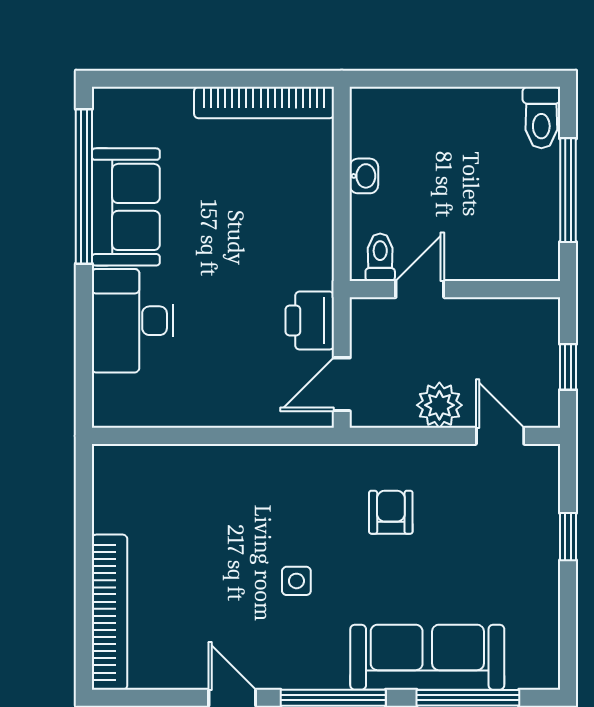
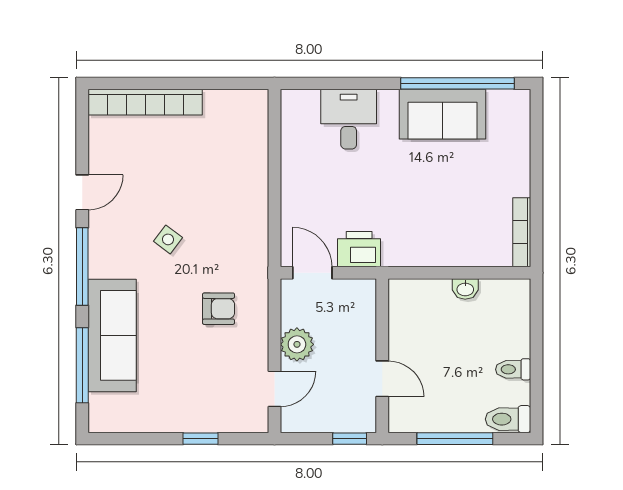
bookcase: (264, 103) -> (522, 232), width x0.68, depth x0.76
toilet: (380, 257) -> (513, 369), moved, turned 180
door: (420, 289) -> (382, 379), moved
desk: (133, 321) -> (349, 119), width x0.73
window: (568, 367) -> (350, 439), moved
side table: (296, 581) -> (168, 239), turned 37

